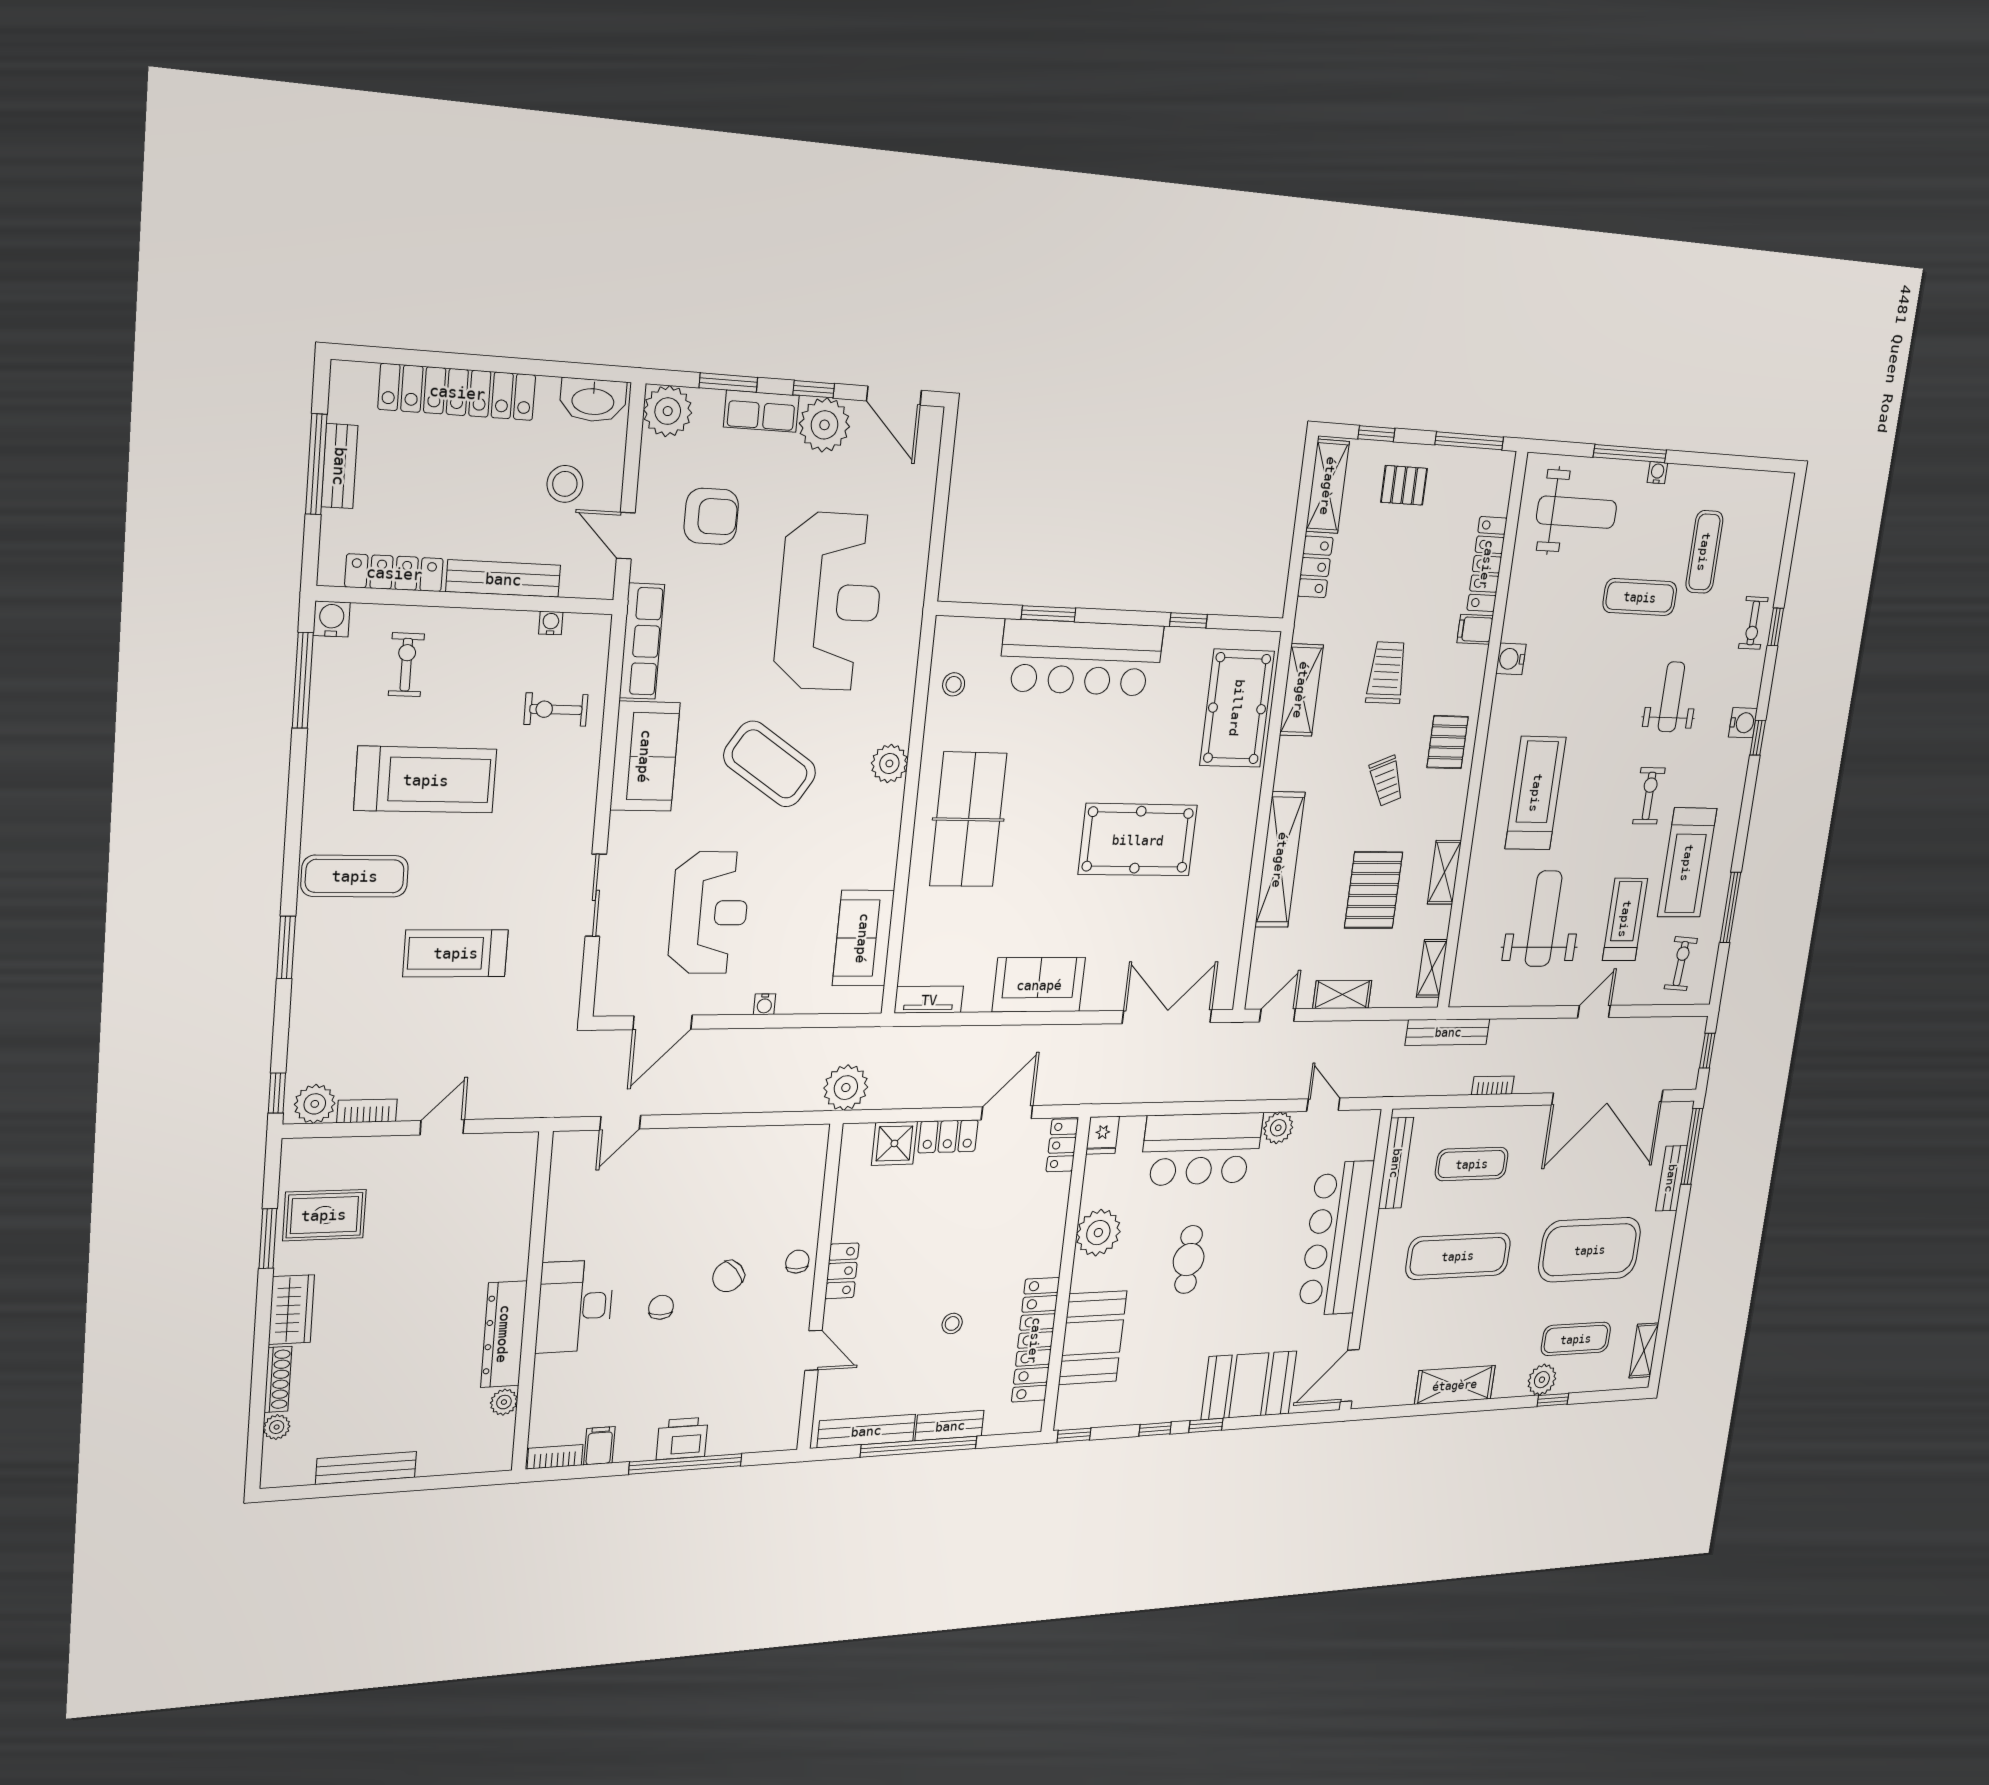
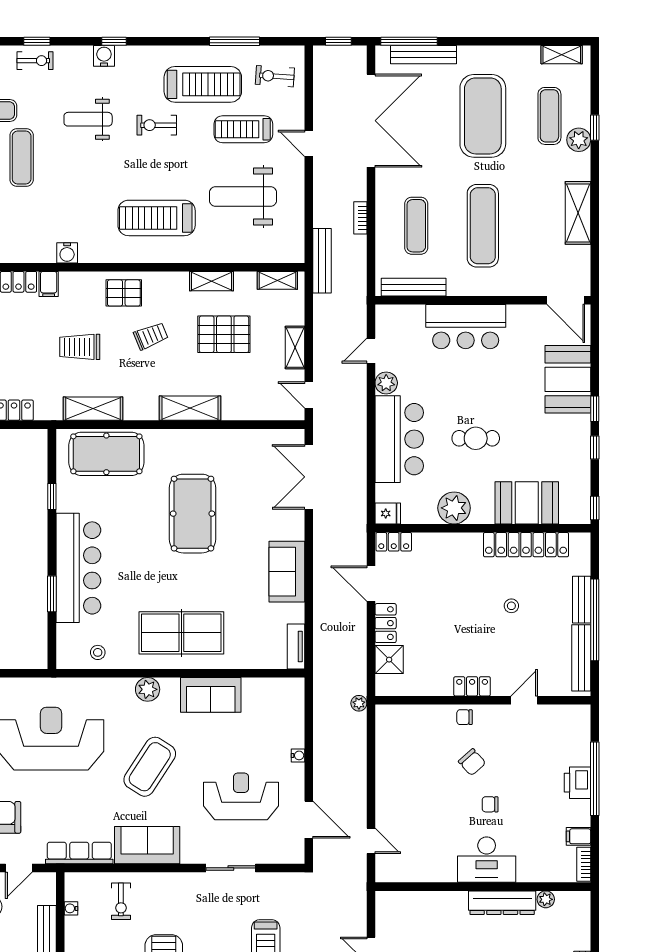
shelving: (1280, 860) -> (190, 408), width x0.68
sofa: (863, 938) -> (211, 695), moved
plant: (846, 1088) -> (359, 703), width x0.53, depth x0.53
bench: (1671, 1178) -> (423, 55), width x1.36
bar counter: (1336, 1238) -> (466, 327), width x0.73

